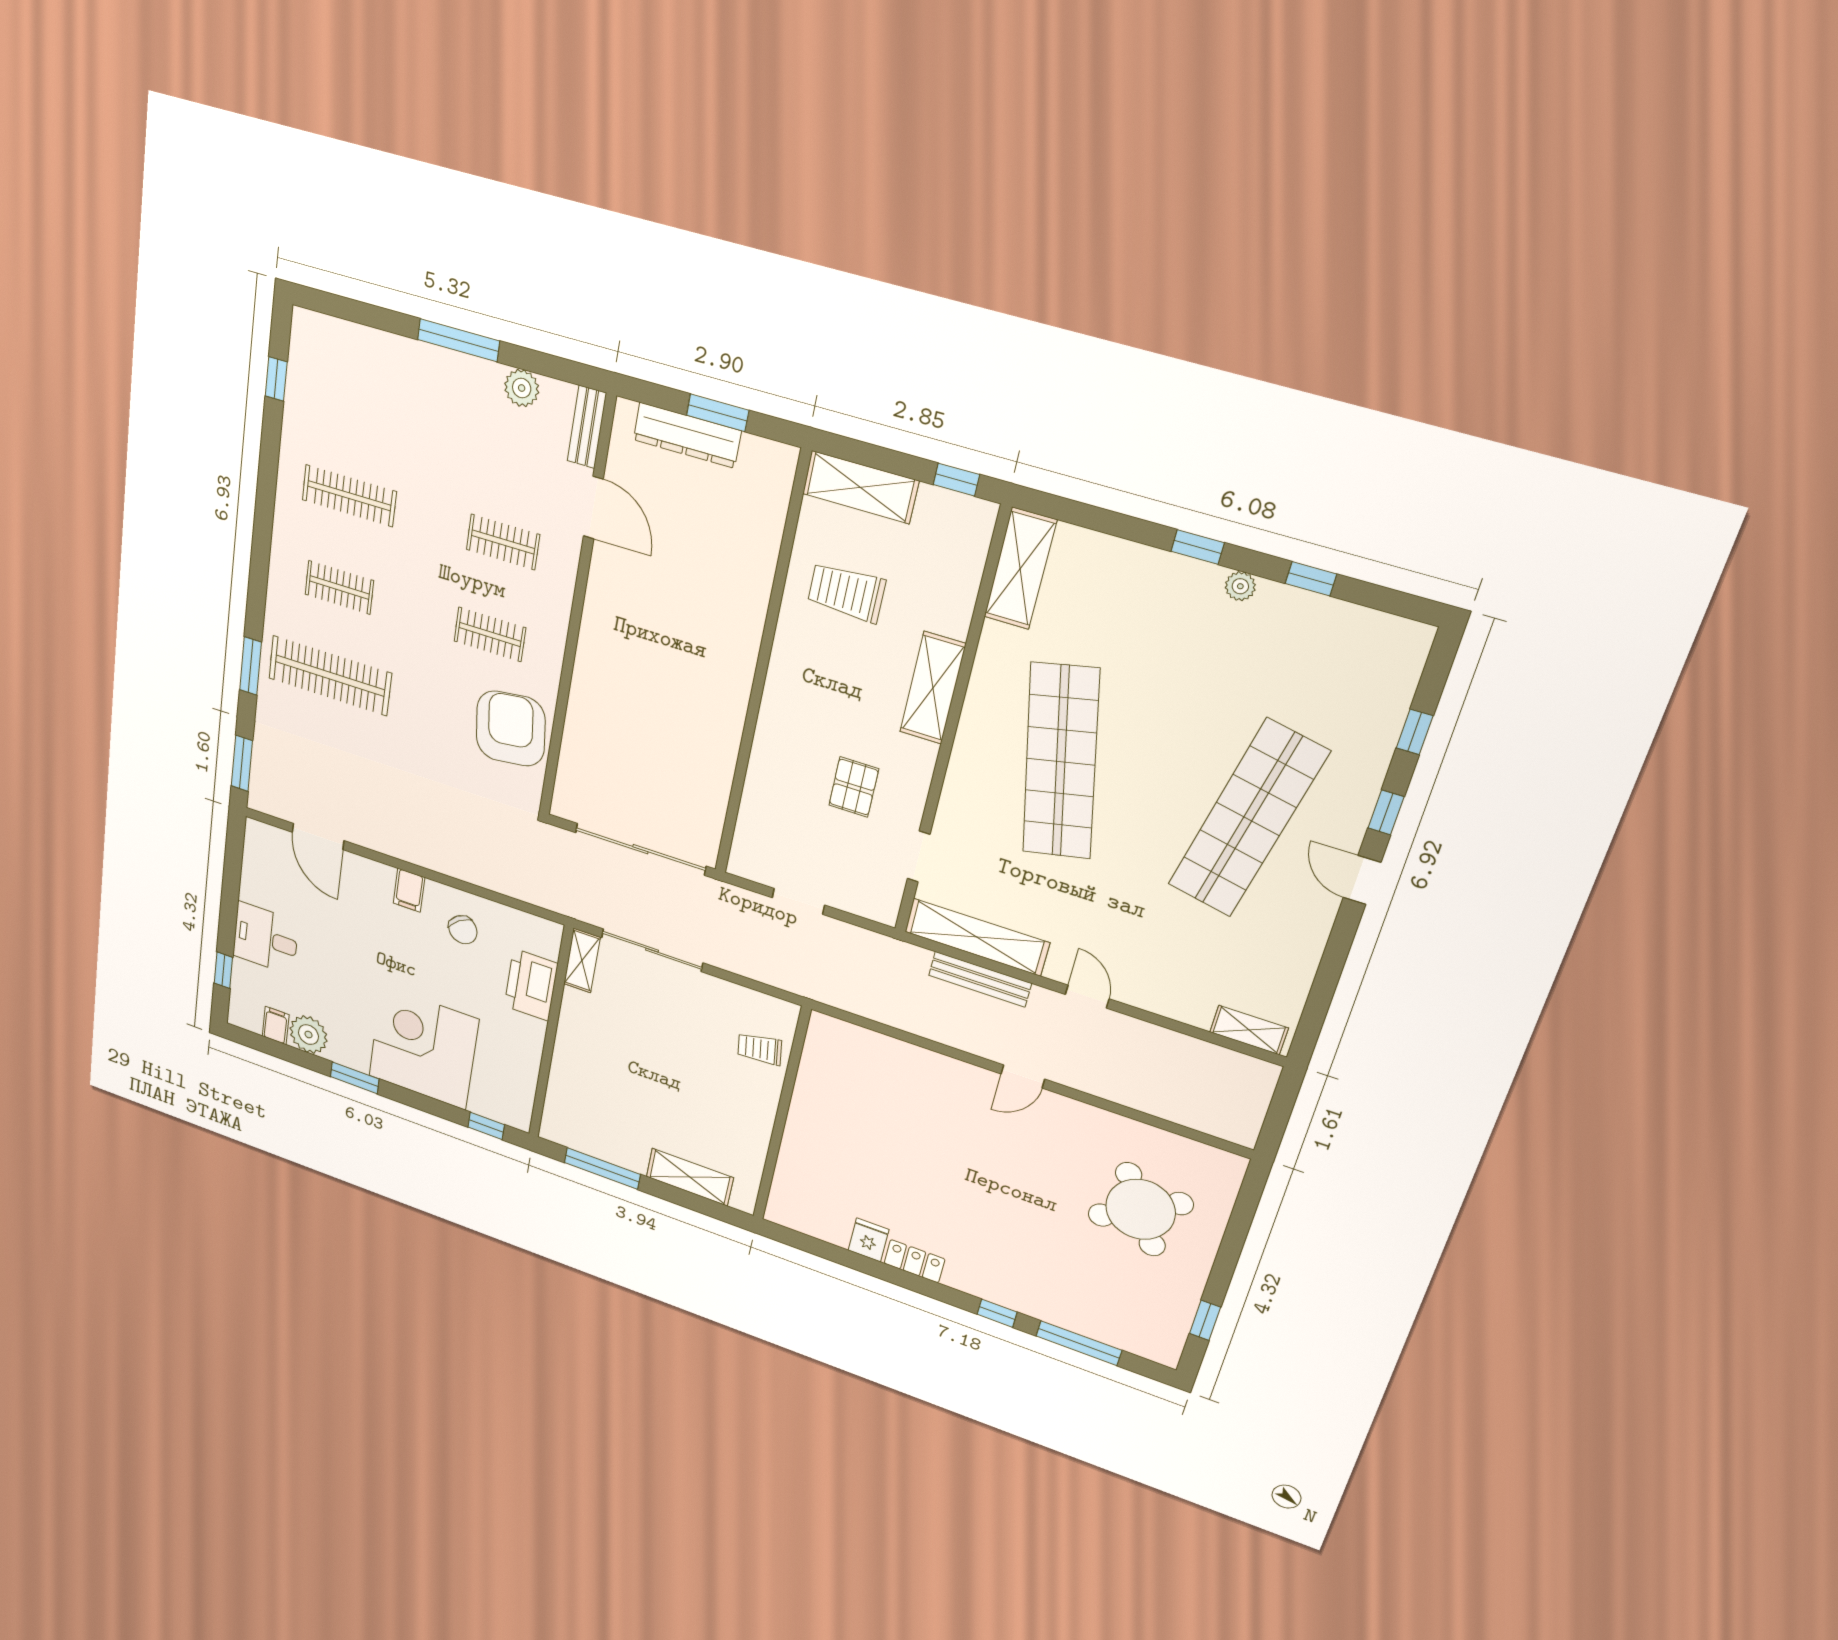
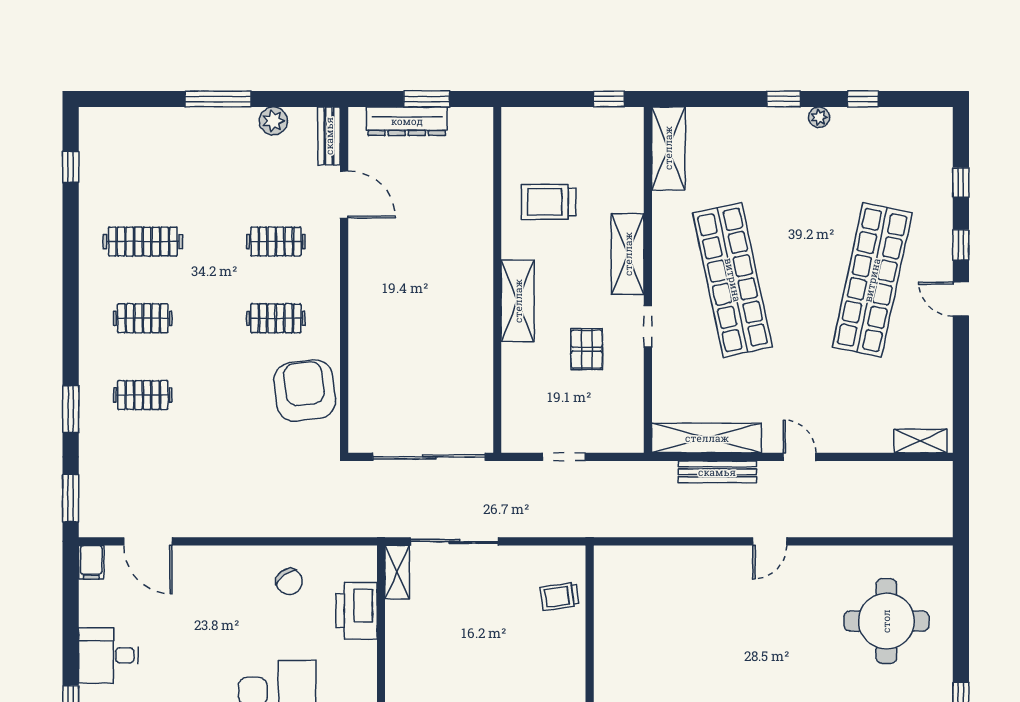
shelving: (860, 487) -> (518, 301), moved, turned 90
clothes rail: (330, 676) -> (143, 395), width x0.54, depth x0.76
doorway: (919, 857) -> (648, 326), moved
filing cabinet: (409, 890) -> (91, 562), moved
round table: (1140, 1209) -> (886, 621), turned 32

